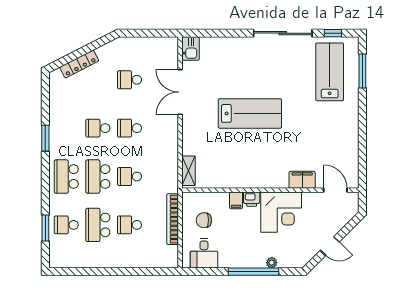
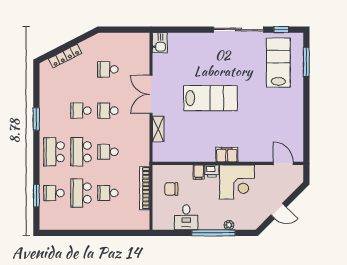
double door: (180, 92) -> (151, 94), moved
shelving: (189, 171) -> (158, 129), moved
filing cabinet: (302, 180) -> (227, 155), moved
desk: (204, 253) -> (186, 217), moved

